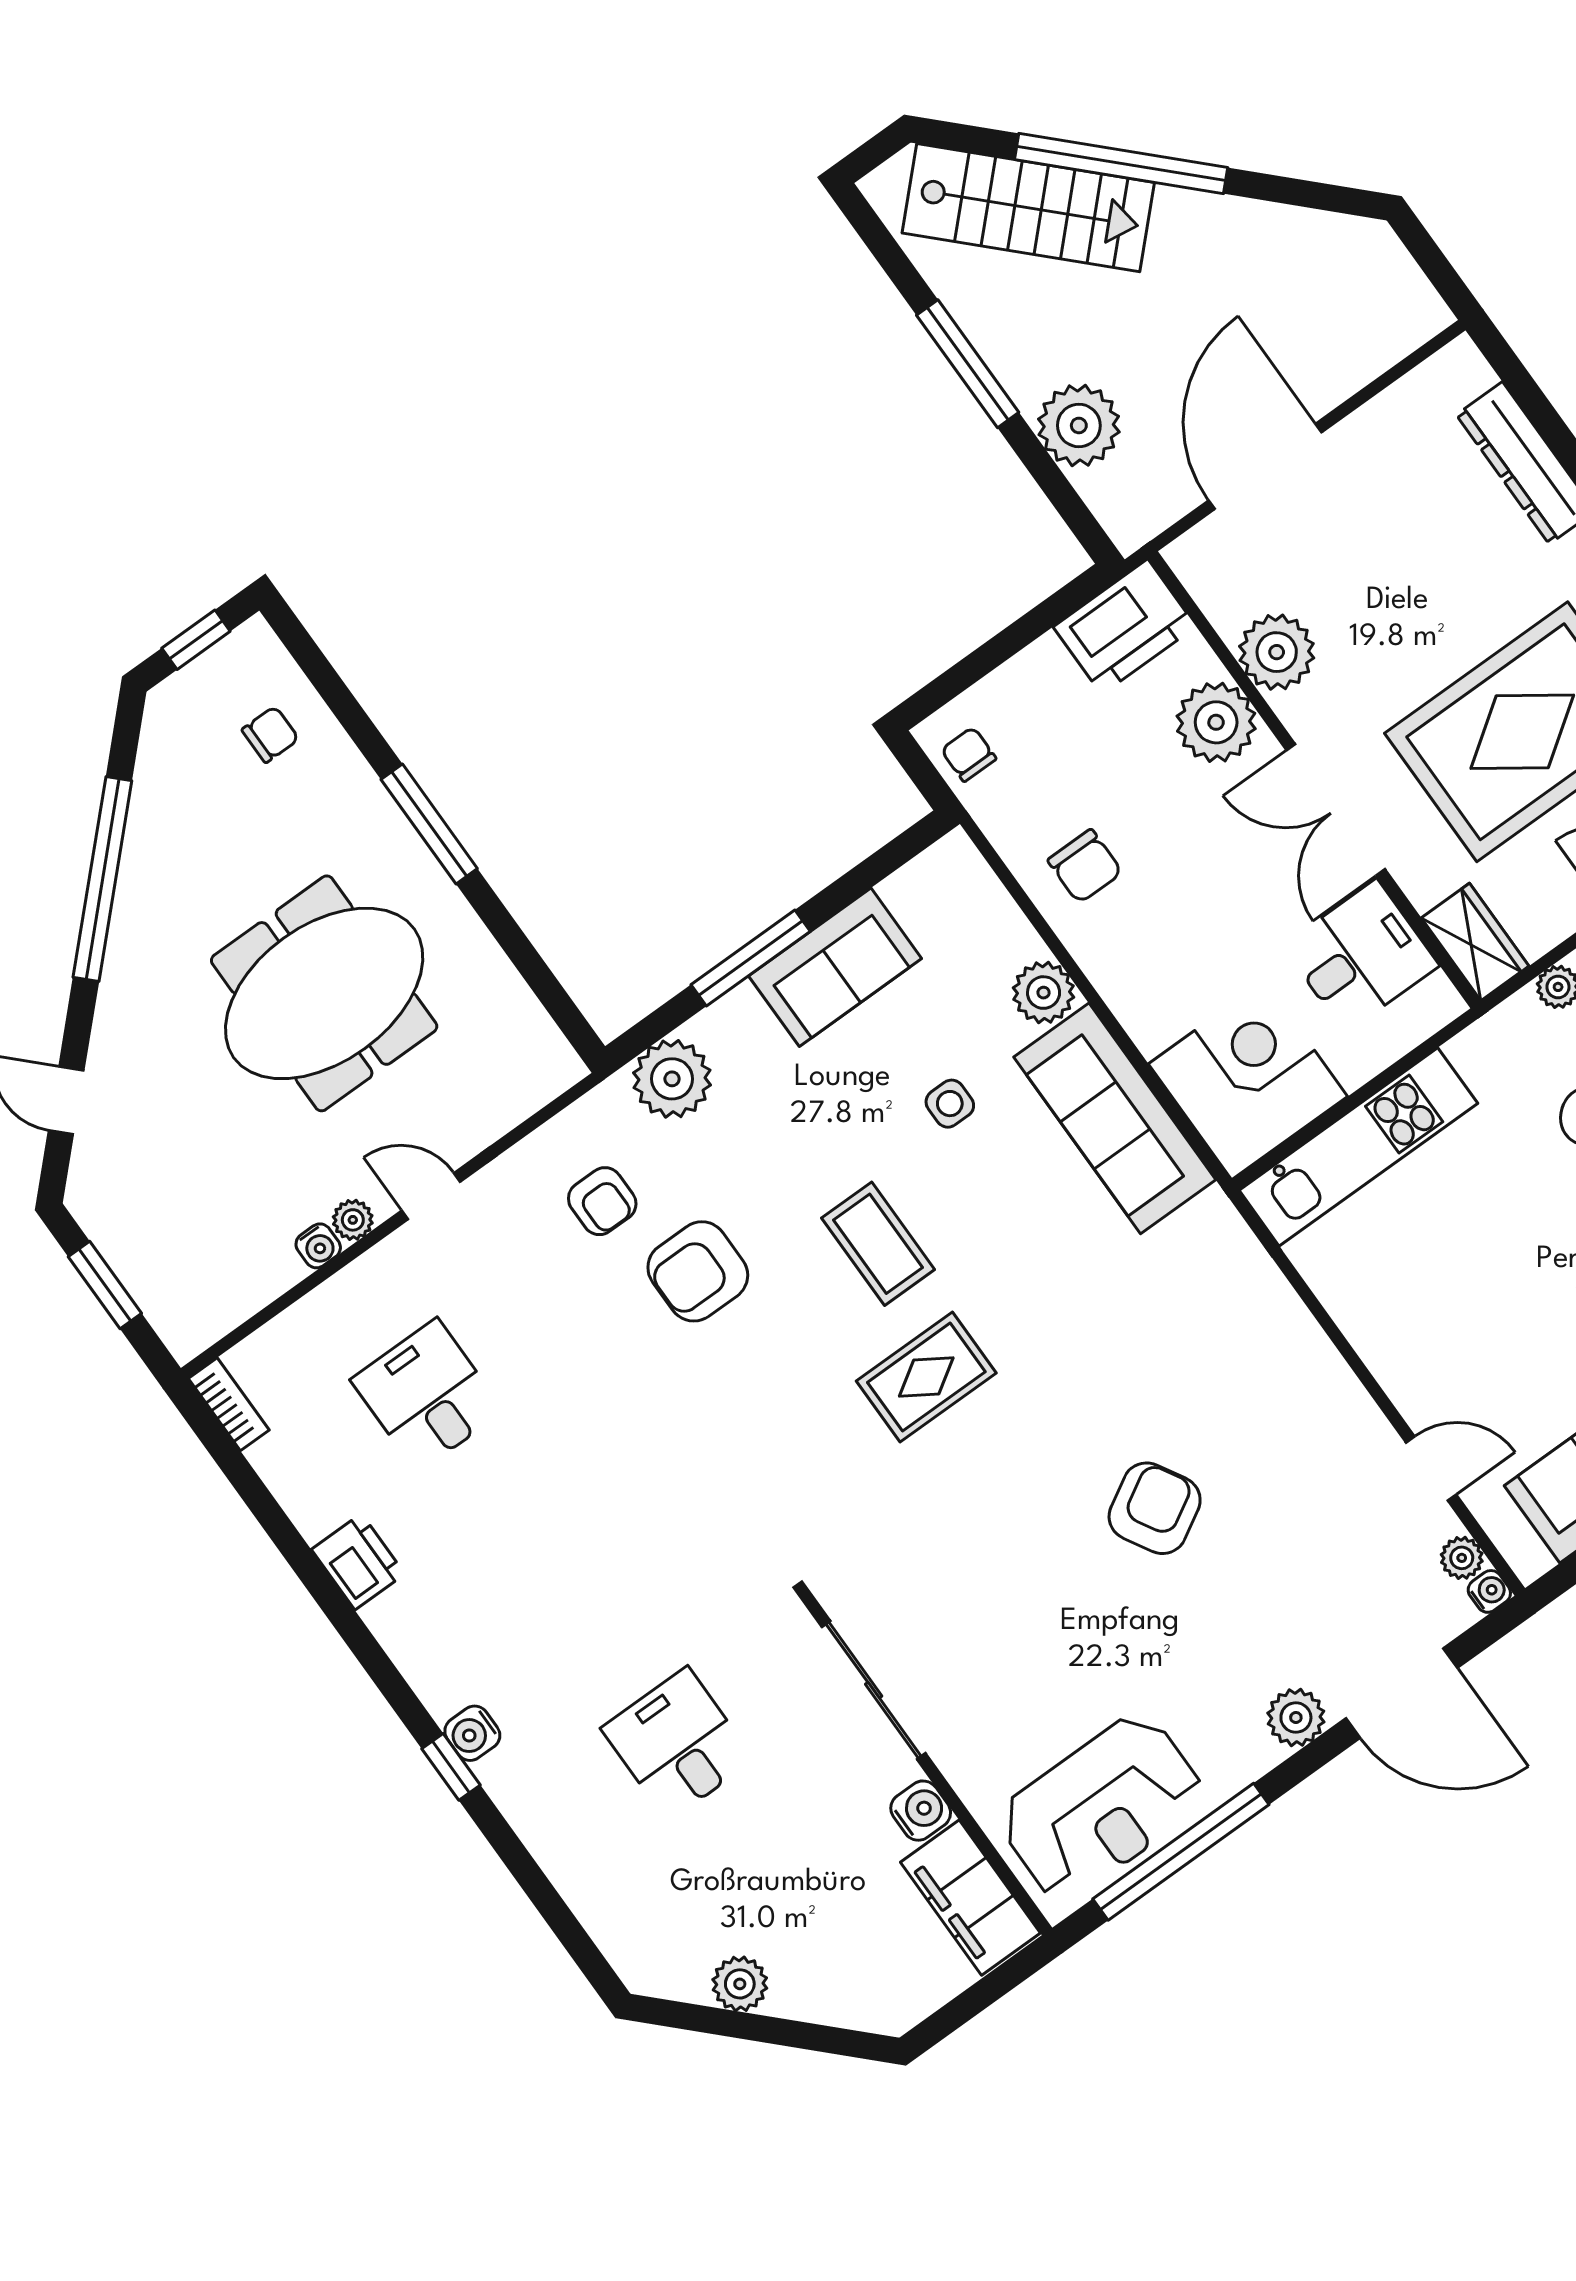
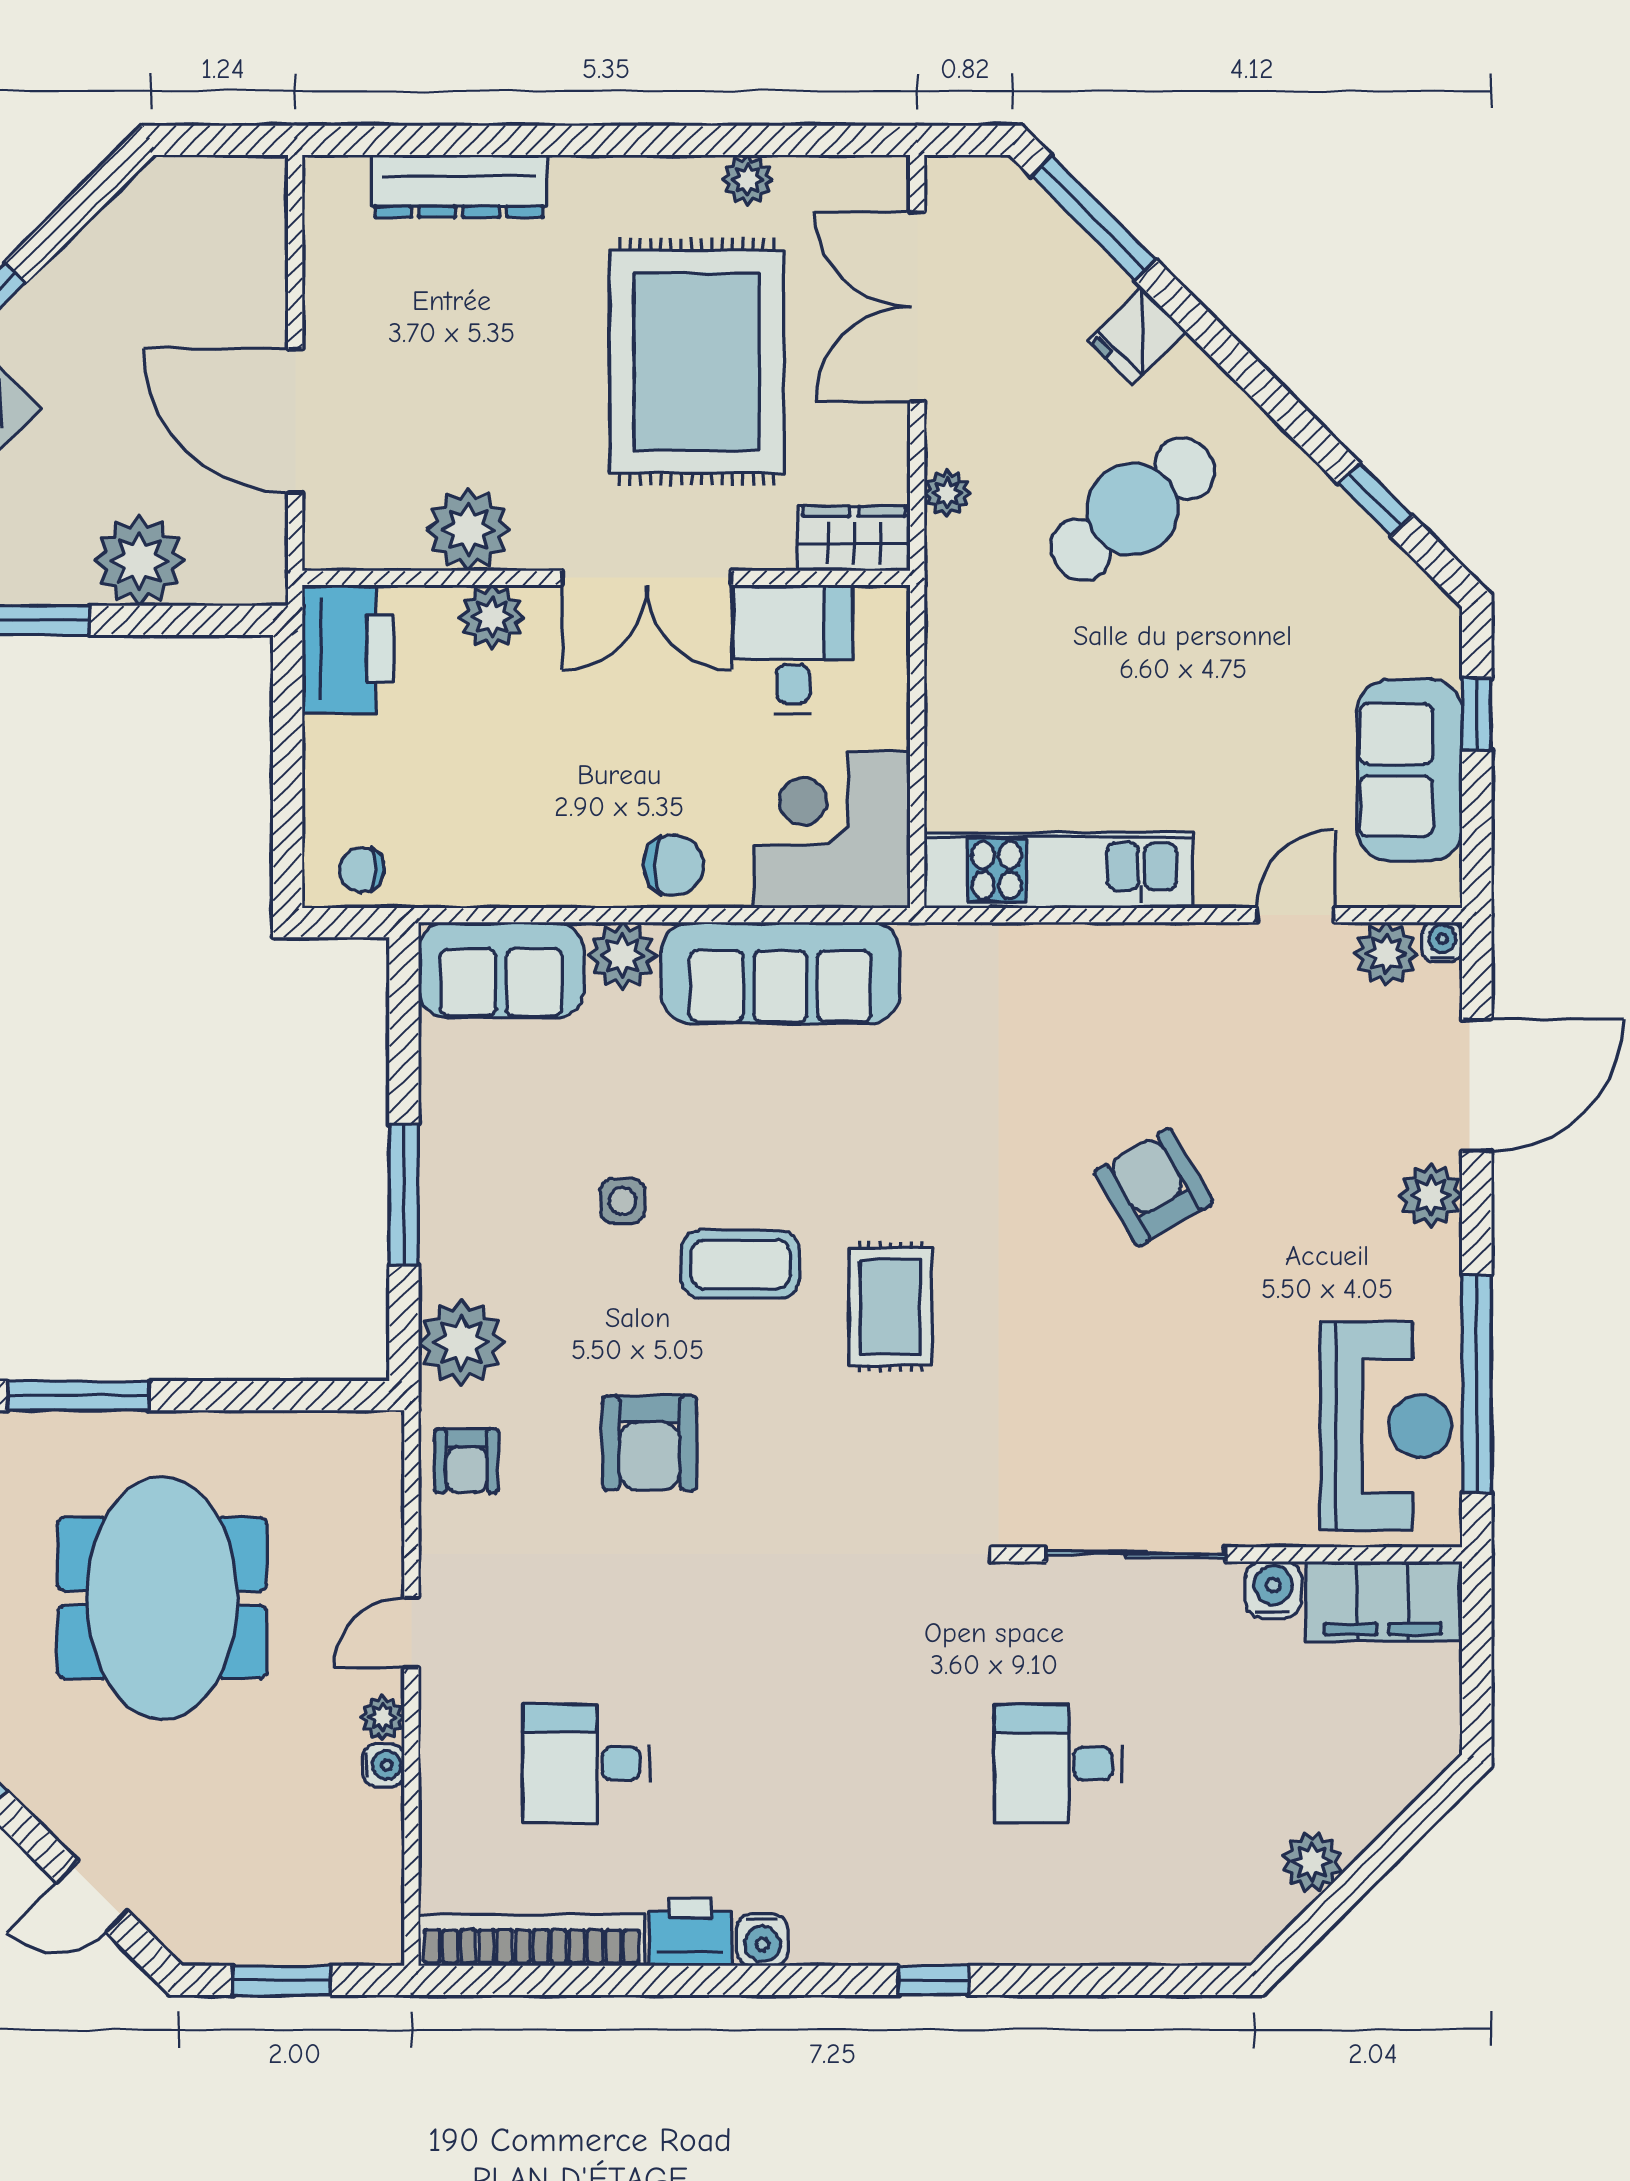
plant: (1216, 722) -> (492, 617), width x0.73, depth x0.73
chair: (1085, 866) -> (673, 865), moved
sofa: (835, 967) -> (501, 970), moved, turned 90
side table: (950, 1104) -> (623, 1201), moved
kitchen unit: (1358, 1147) -> (1058, 870), moved, turned -90
armchair: (602, 1201) -> (467, 1461), moved, turned 90
bookcase: (229, 1404) -> (532, 1940), width x2.31, depth x1.31
plant: (1462, 1558) -> (1386, 954), width x1.38, depth x1.38
water cooler: (472, 1733) -> (762, 1940), moved

